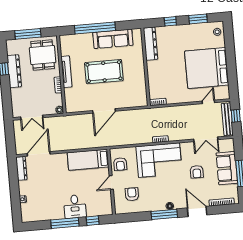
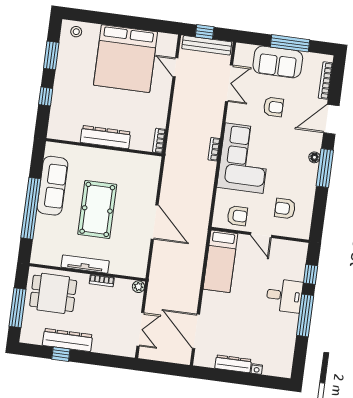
dresser: (150, 44) -> (105, 137), moved
dresser: (21, 168) -> (233, 364), moved

